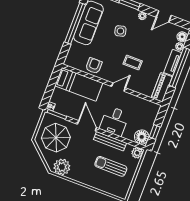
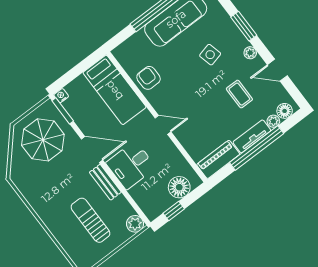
coffee table: (133, 62) -> (239, 94), moved
armchair: (94, 66) -> (149, 78), turned -90
door: (87, 126) -> (92, 149), hinge flipped
floor lamp: (142, 137) -> (179, 187), moved
bench: (110, 141) -> (105, 182), width x0.73
plant: (62, 167) -> (27, 182), removed

